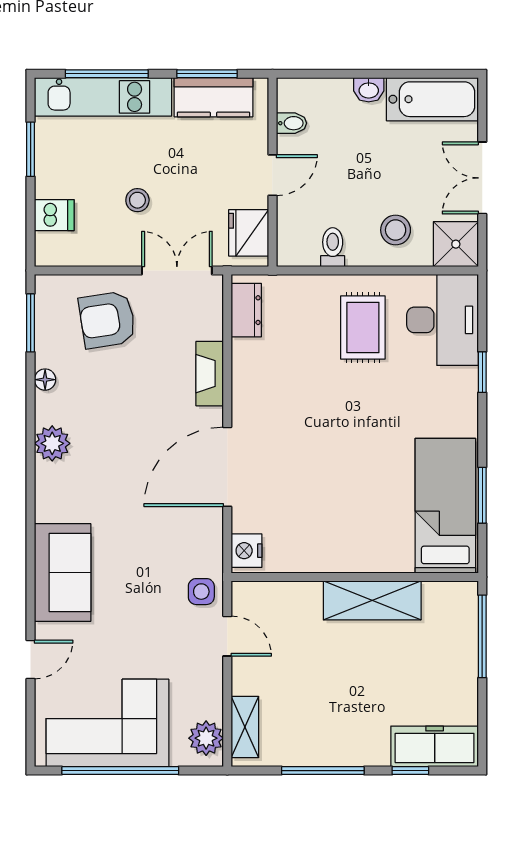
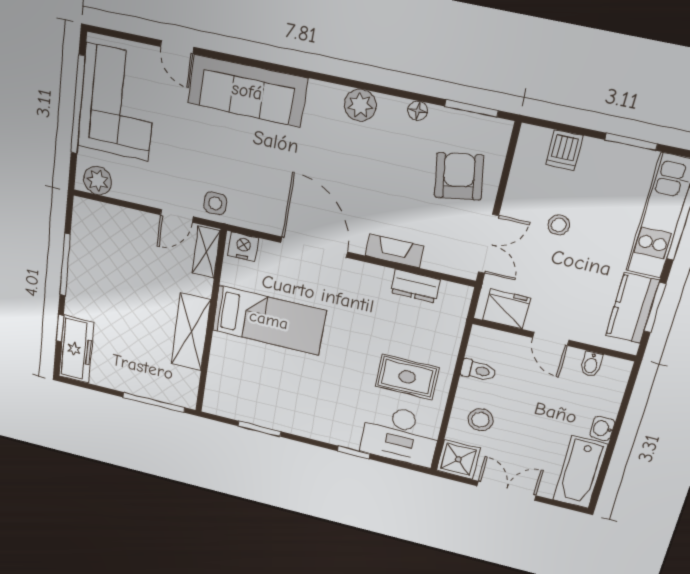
dresser: (246, 310) -> (415, 286), moved
bed: (445, 506) -> (269, 320), moved
sofa: (63, 572) -> (247, 91), width x1.36
shelving: (245, 727) -> (206, 252), moved, turned 90

